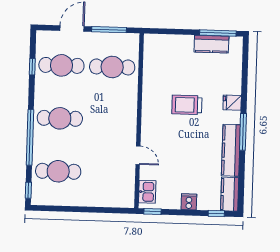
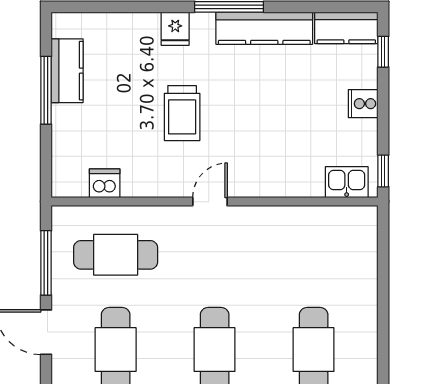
window: (218, 33) -> (46, 90), moved
dishwasher: (151, 62) -> (105, 183), added
cafe table: (112, 67) -> (116, 255), turned 90
door: (138, 155) -> (210, 202), moved

